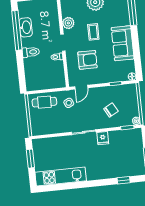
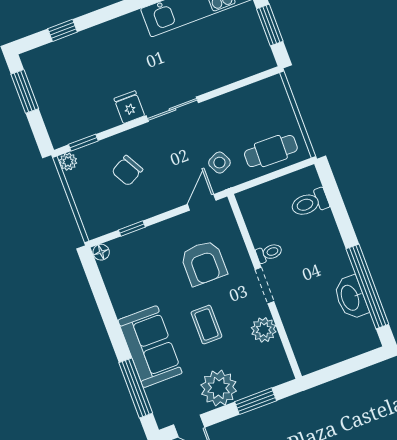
sofa: (123, 43) -> (150, 347), moved
toilet: (31, 52) -> (310, 203), moved
armchair: (87, 60) -> (204, 263), turned -90

